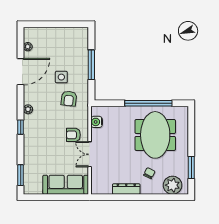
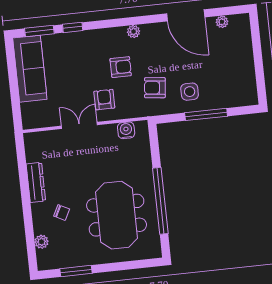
side table: (61, 77) -> (190, 92), moved
armchair: (52, 121) -> (121, 67), added
window: (21, 127) -> (73, 27), moved
meeting table: (155, 135) -> (117, 215), turned 90
sofa: (66, 185) -> (30, 69), moved
plant: (173, 185) -> (42, 242), width x0.53, depth x0.53

